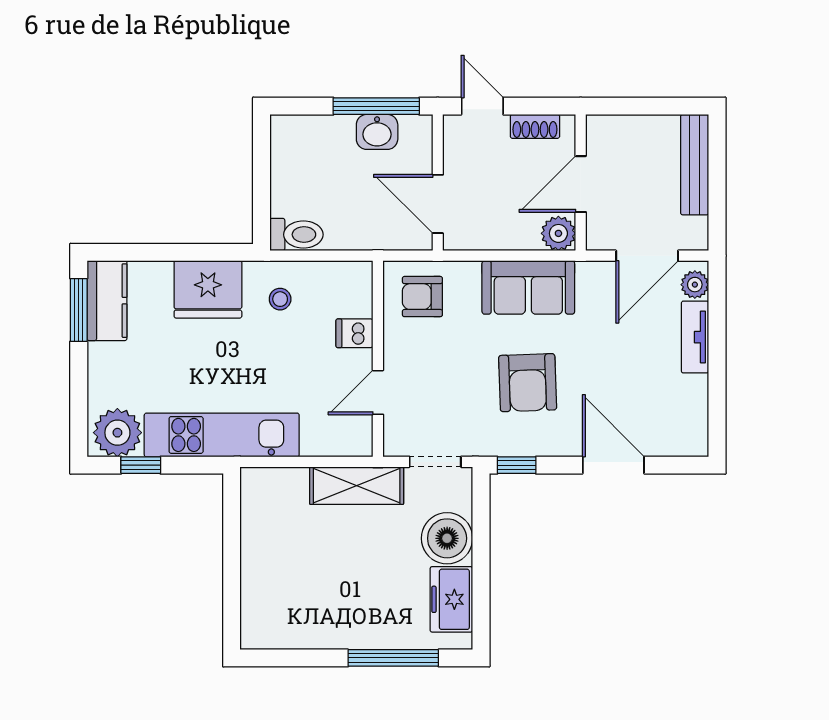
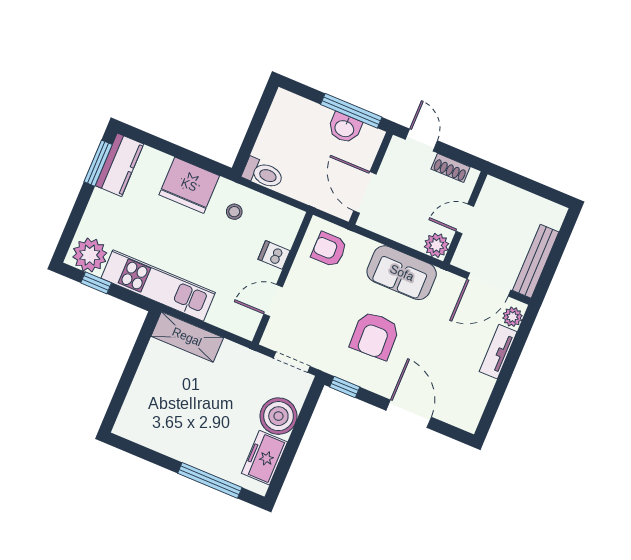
bench: (695, 165) -> (536, 261), moved
door: (581, 184) -> (465, 219), width x0.73
shelving: (357, 486) -> (187, 337), moved

